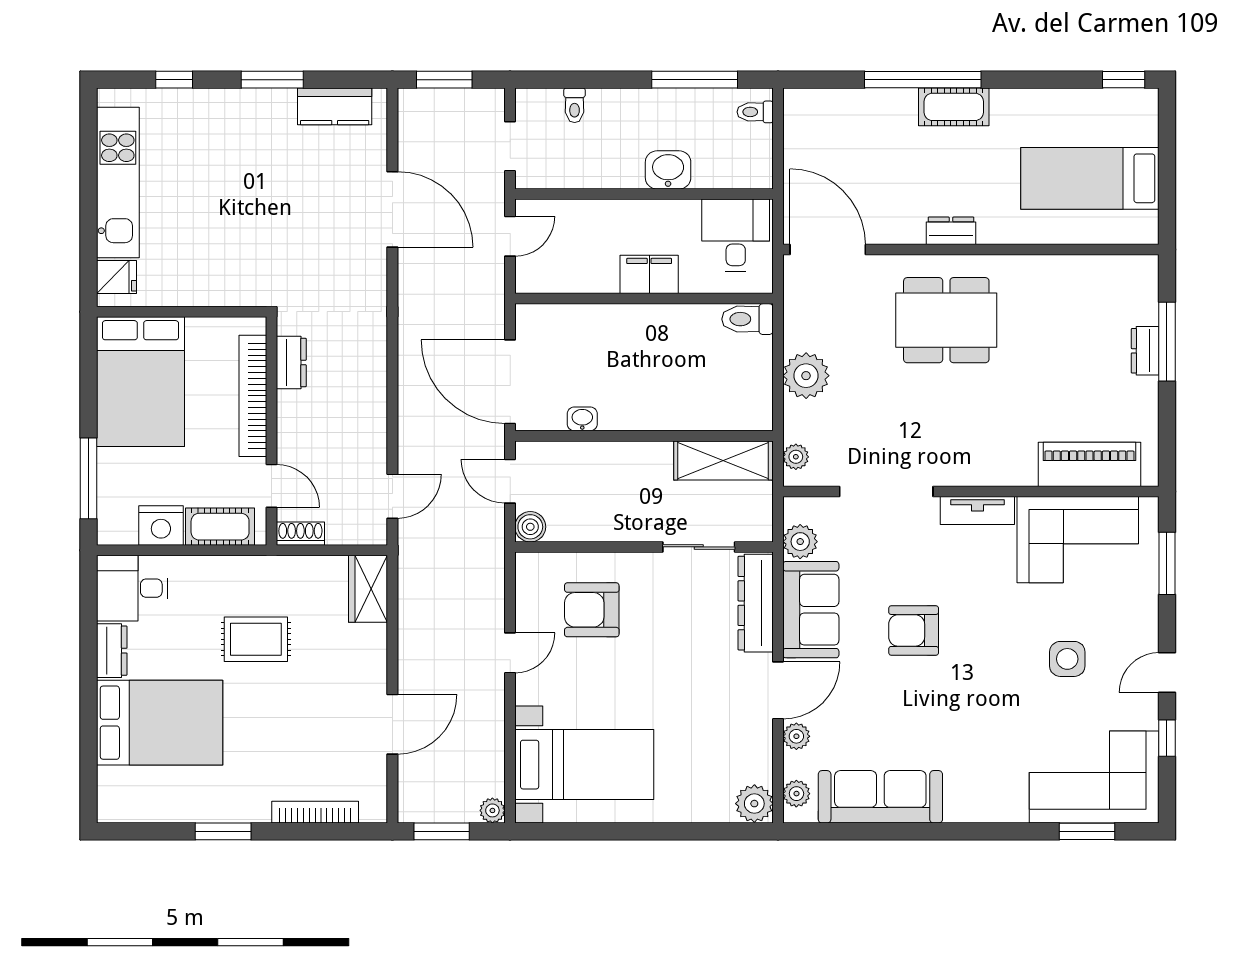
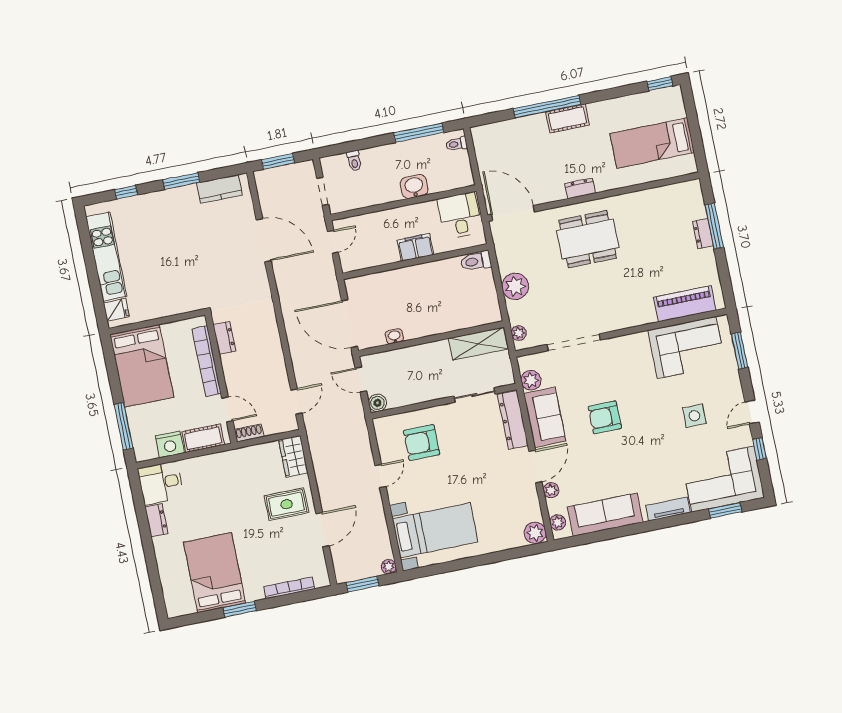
tv unit: (977, 510) -> (668, 509), moved, turned 180
rug: (256, 639) -> (286, 504), moved
bed: (160, 723) -> (215, 573), moved, turned -90

